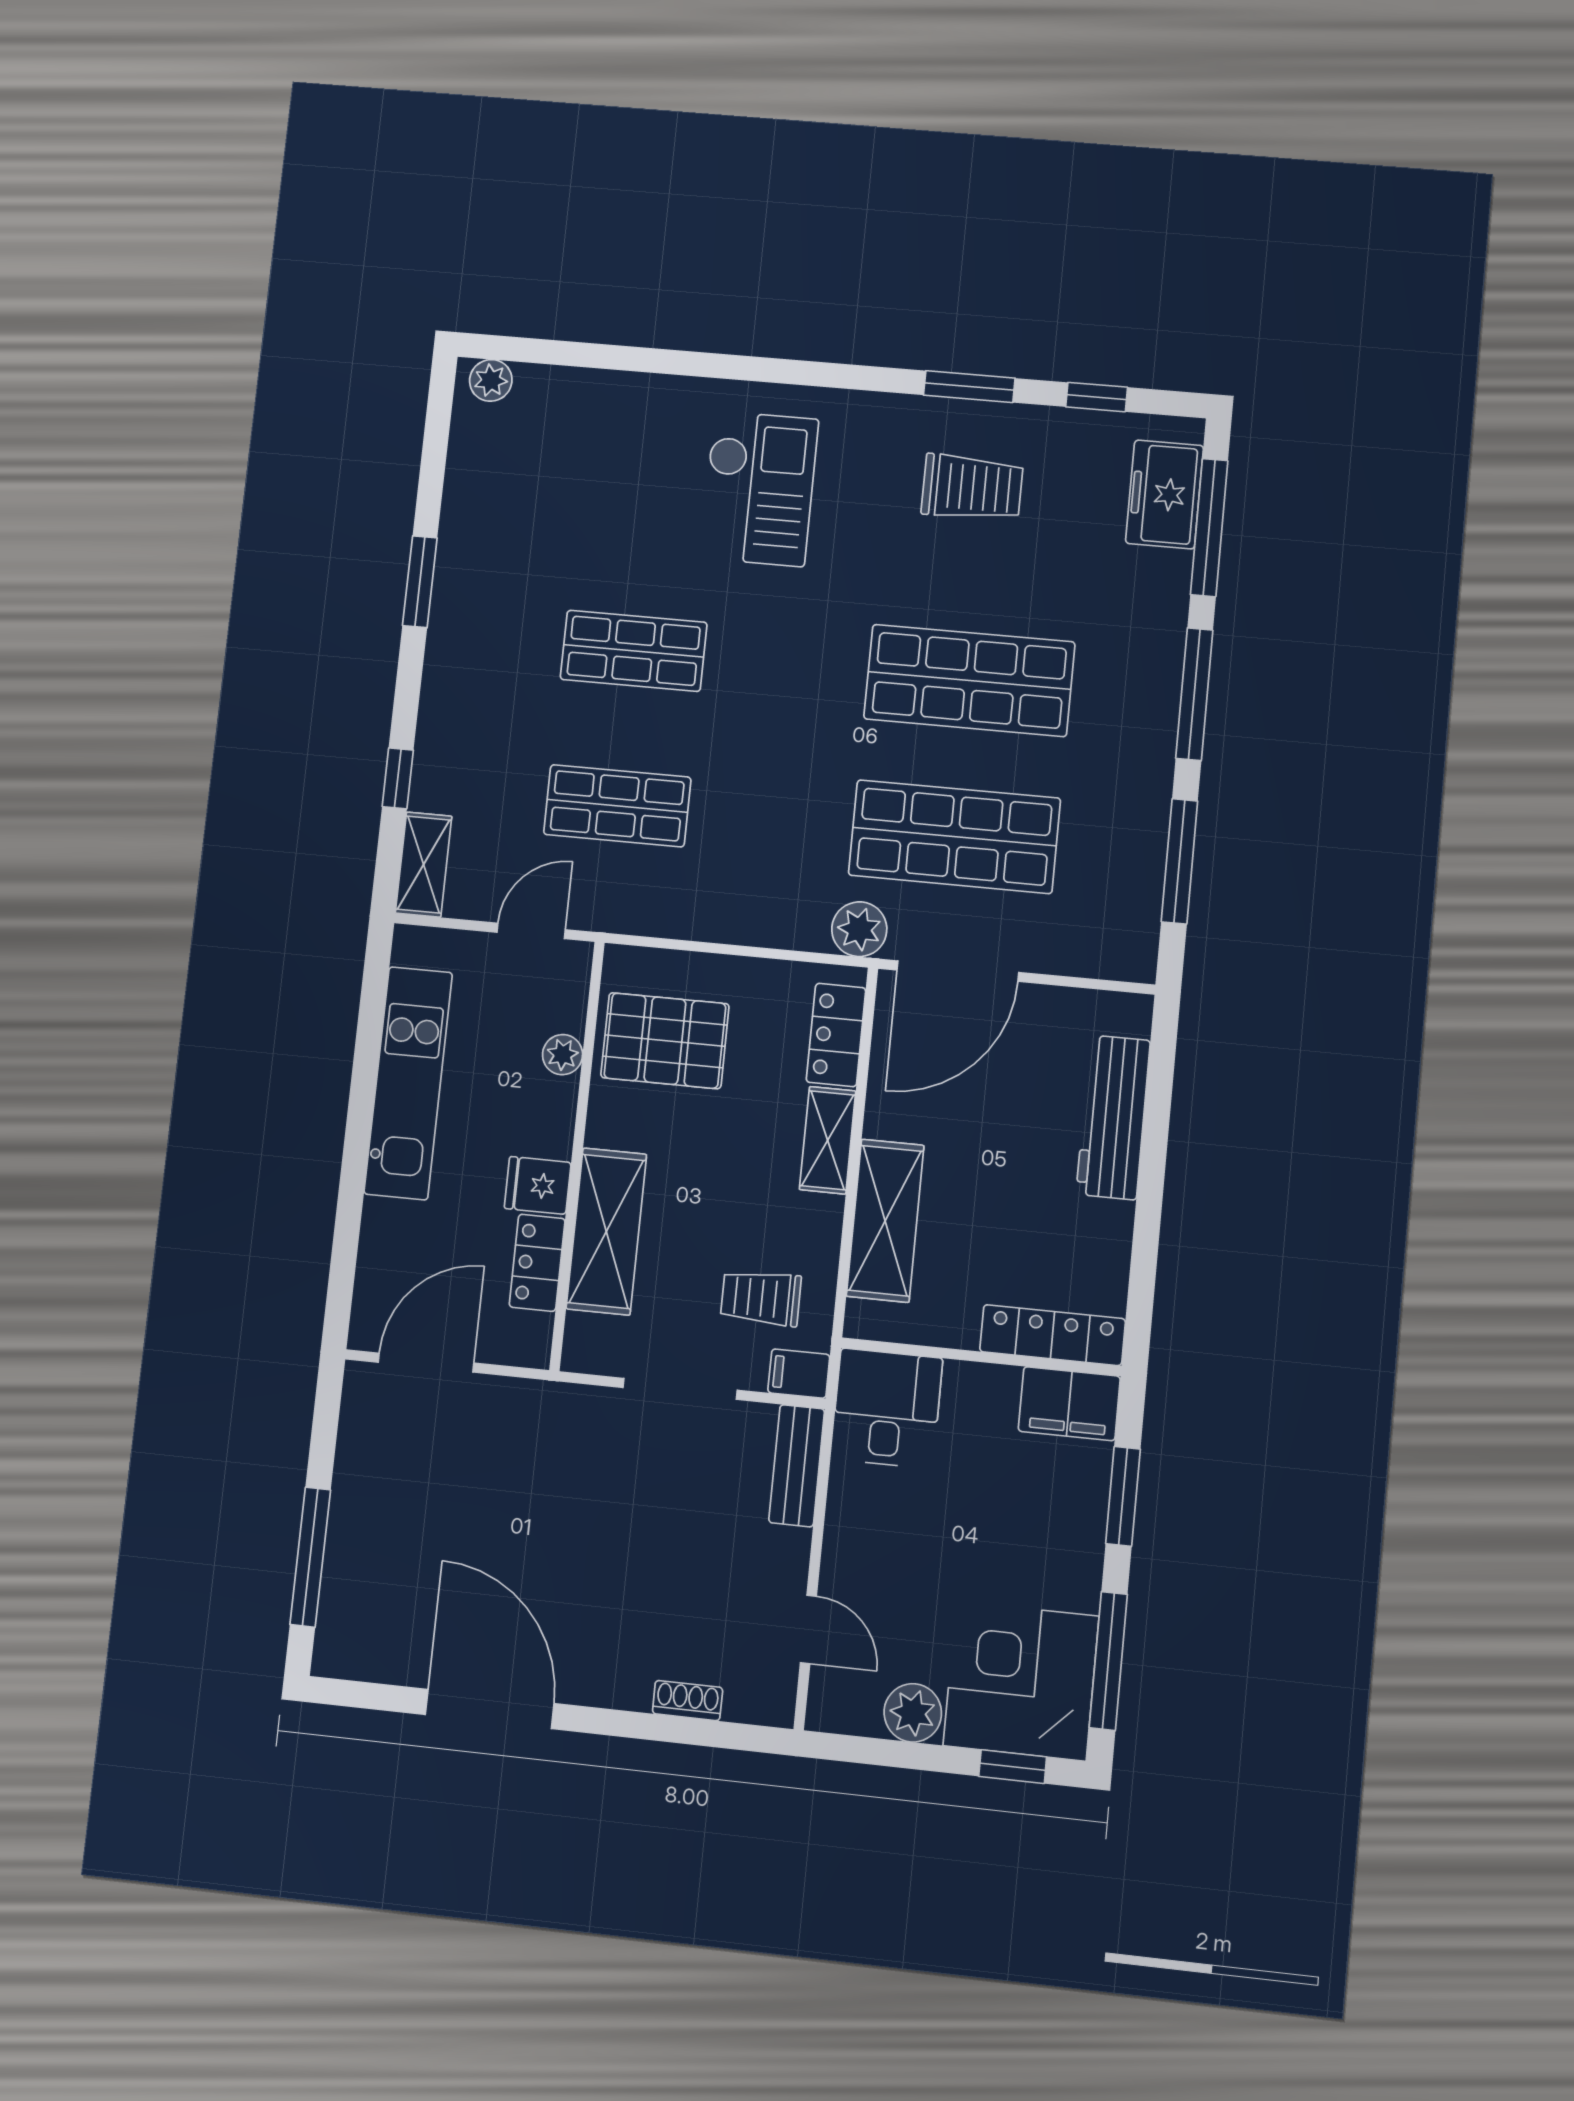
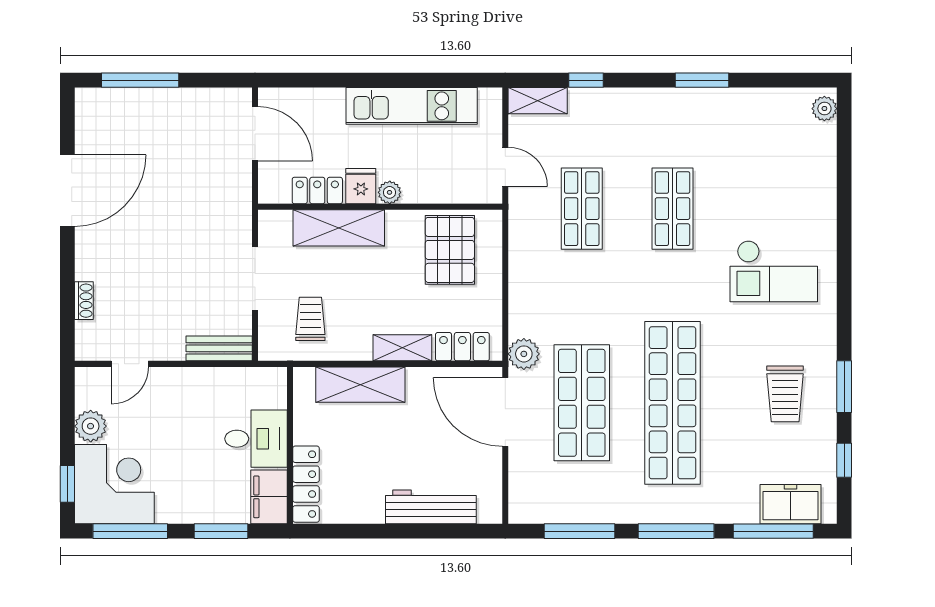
shop shelf: (969, 680) -> (673, 403), width x1.40
plant: (563, 1055) -> (390, 192), moved
filing cabinet: (799, 1374) -> (270, 345), removed
desk: (887, 1408) -> (256, 439), moved

